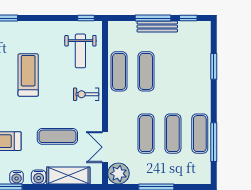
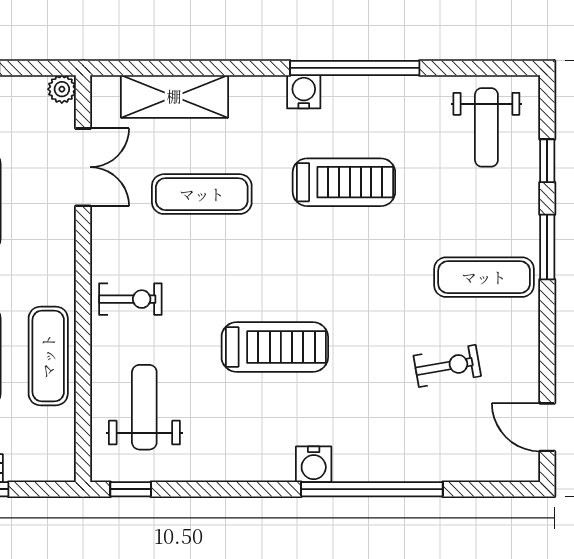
treadmill: (28, 75) -> (275, 347), turned -90
plant: (118, 174) -> (62, 89), width x0.53, depth x0.53
water cooler: (39, 177) -> (314, 464), moved, turned 180

